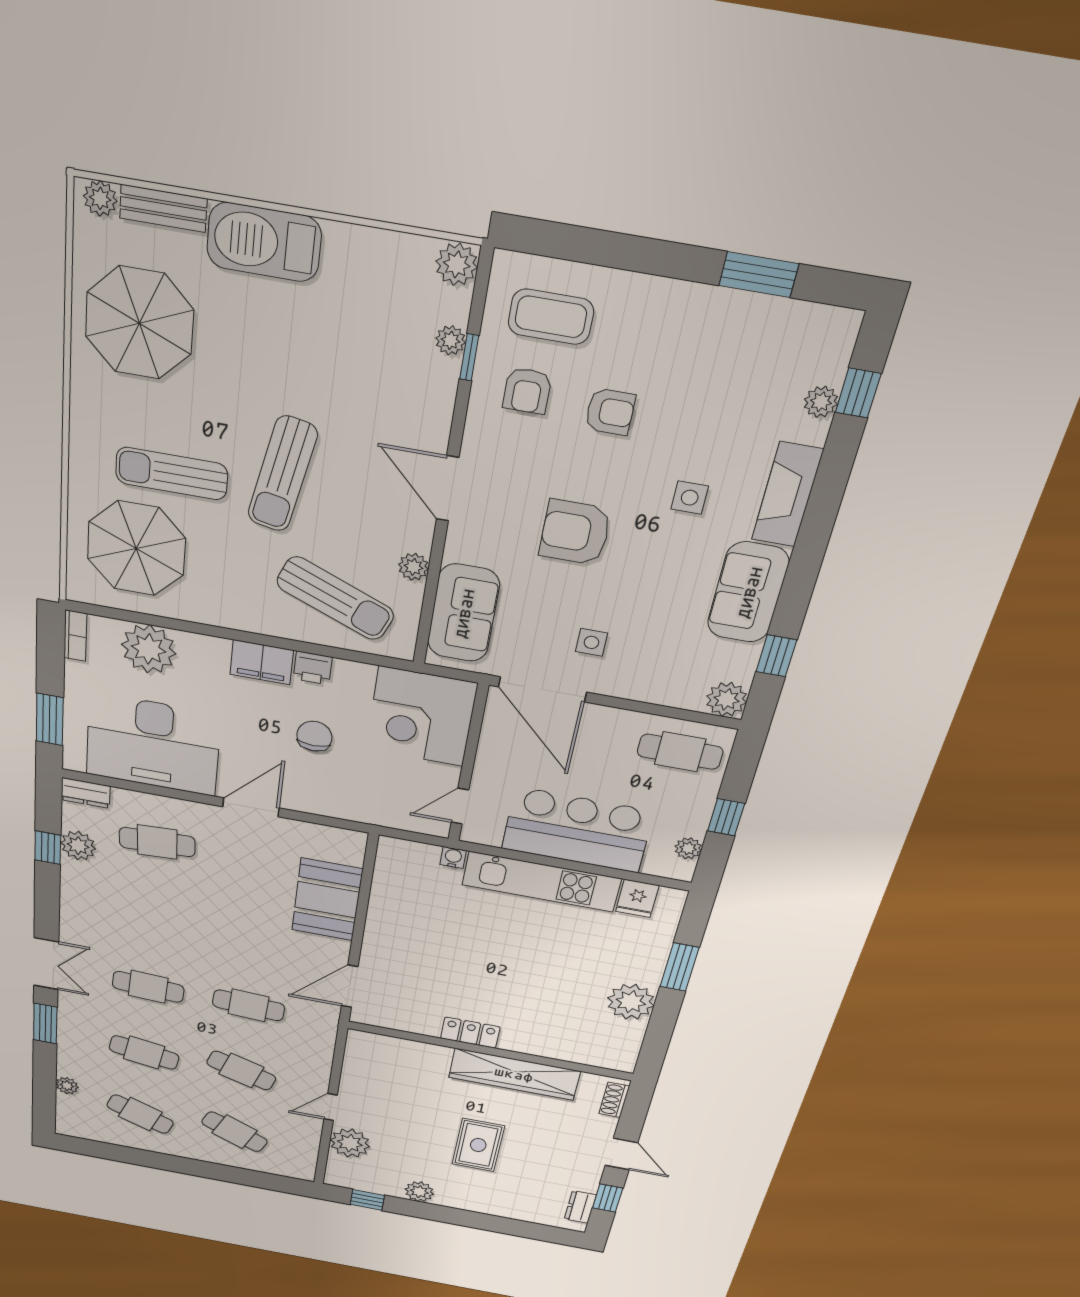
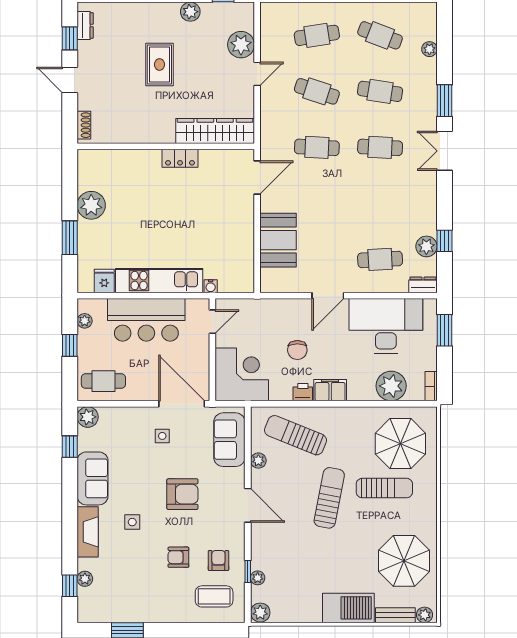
wardrobe: (514, 1074) -> (215, 131), moved
cafe table: (234, 1132) -> (317, 35), turned -33

